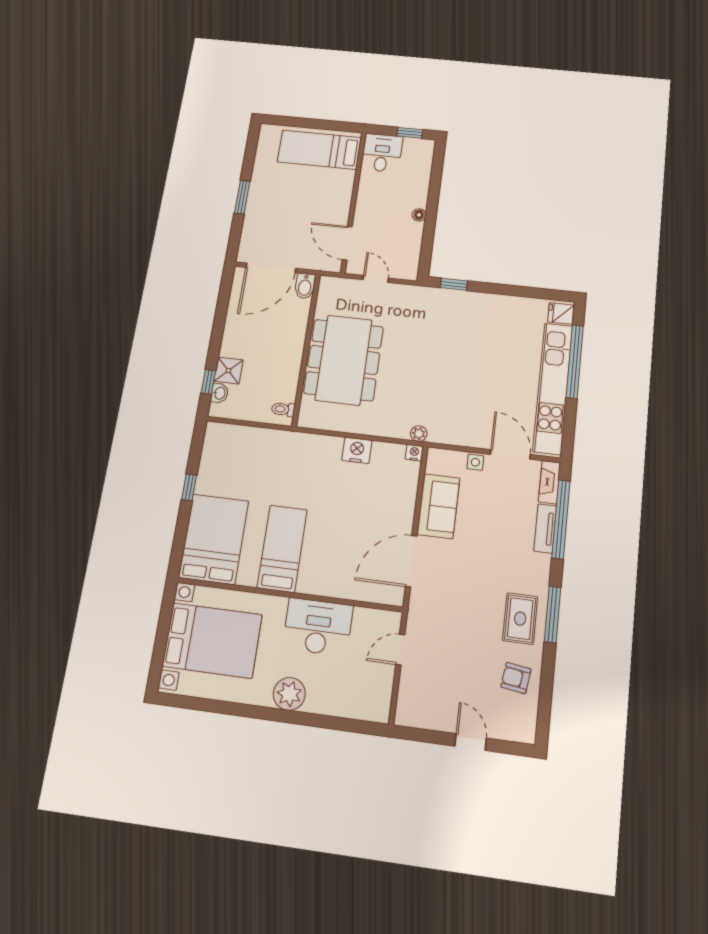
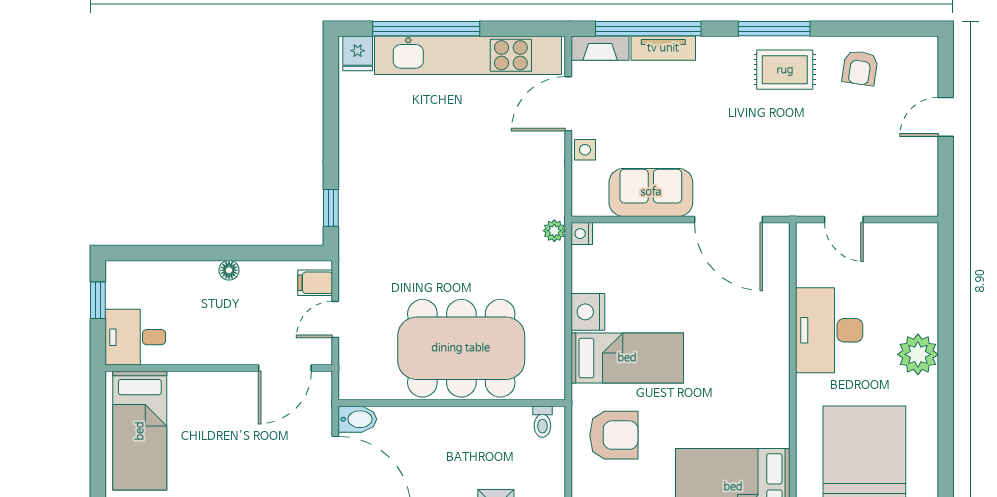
filing cabinet: (403, 269) -> (315, 283), added
armchair: (265, 458) -> (614, 435), added
bed: (282, 549) -> (627, 358), moved, turned 180

